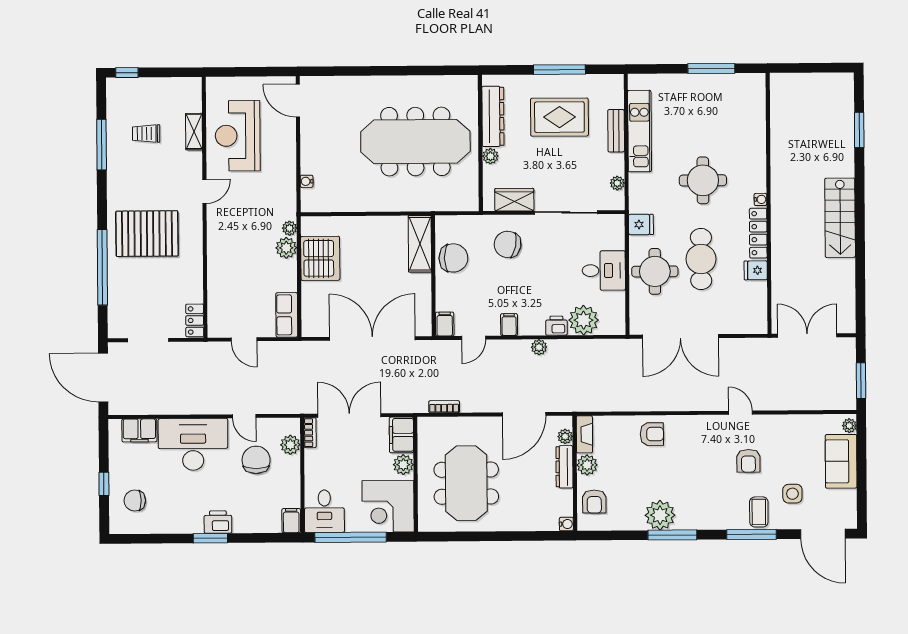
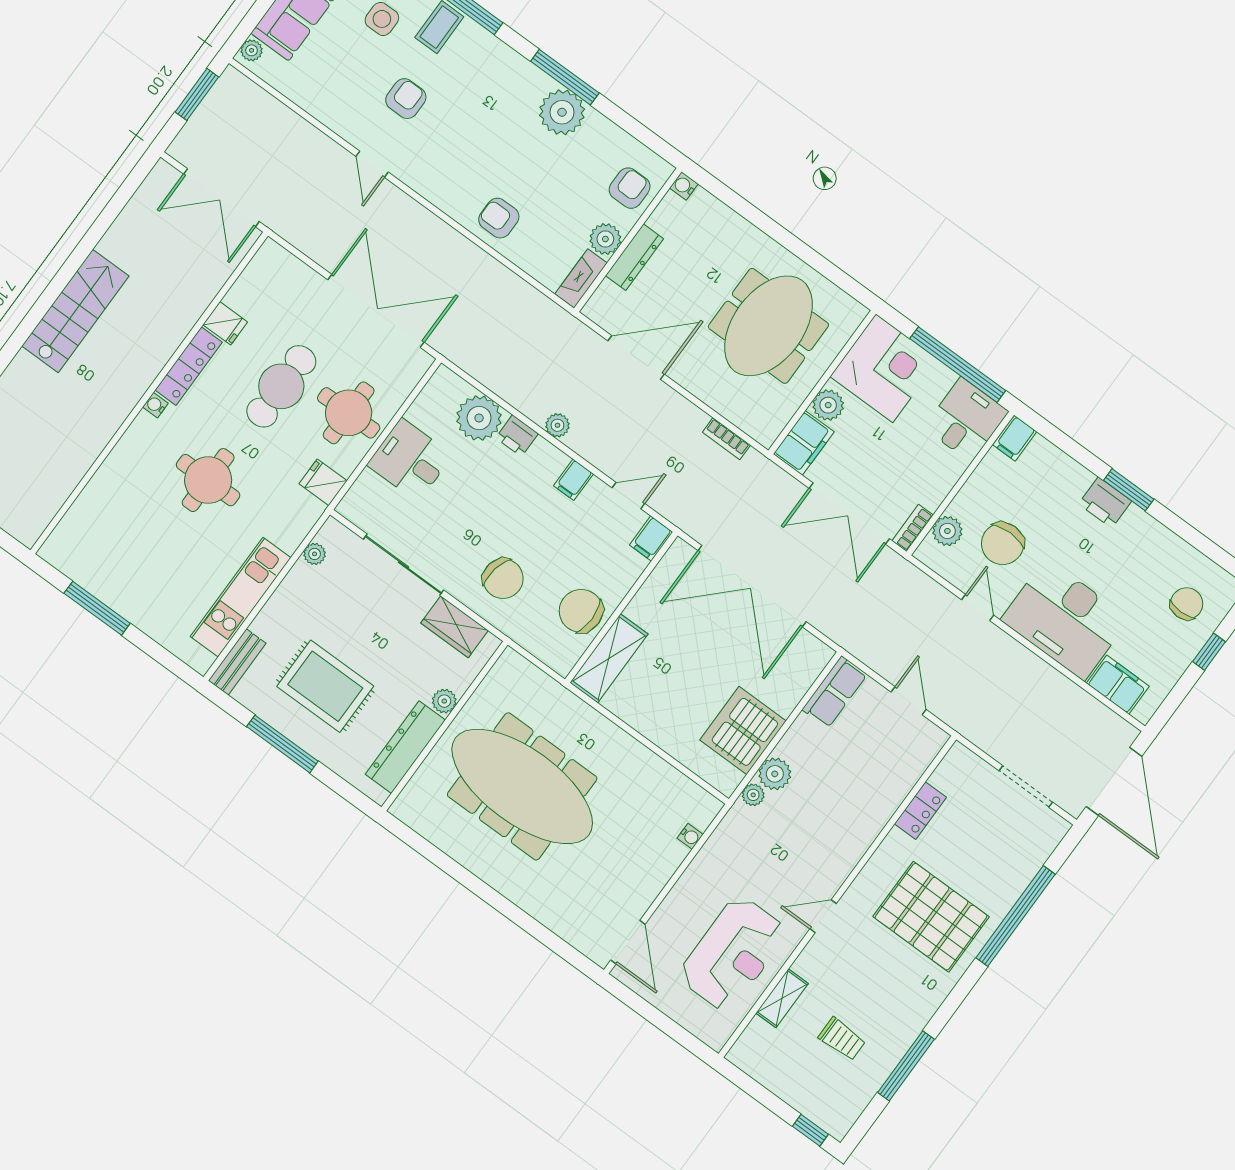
bench: (616, 131) -> (237, 662), moved
locker: (195, 320) -> (920, 811), moved
plant: (565, 436) -> (606, 293), removed
chair: (135, 501) -> (1187, 604), turned -90

